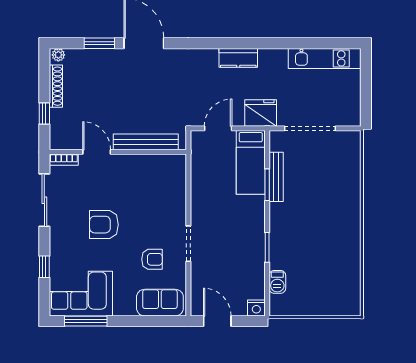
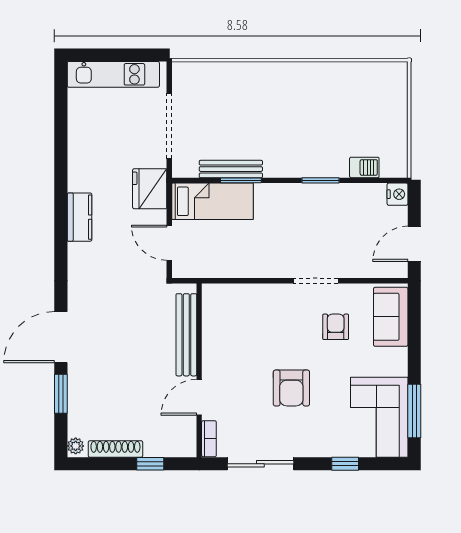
kitchen unit: (325, 58) -> (113, 74), moved, turned 90

